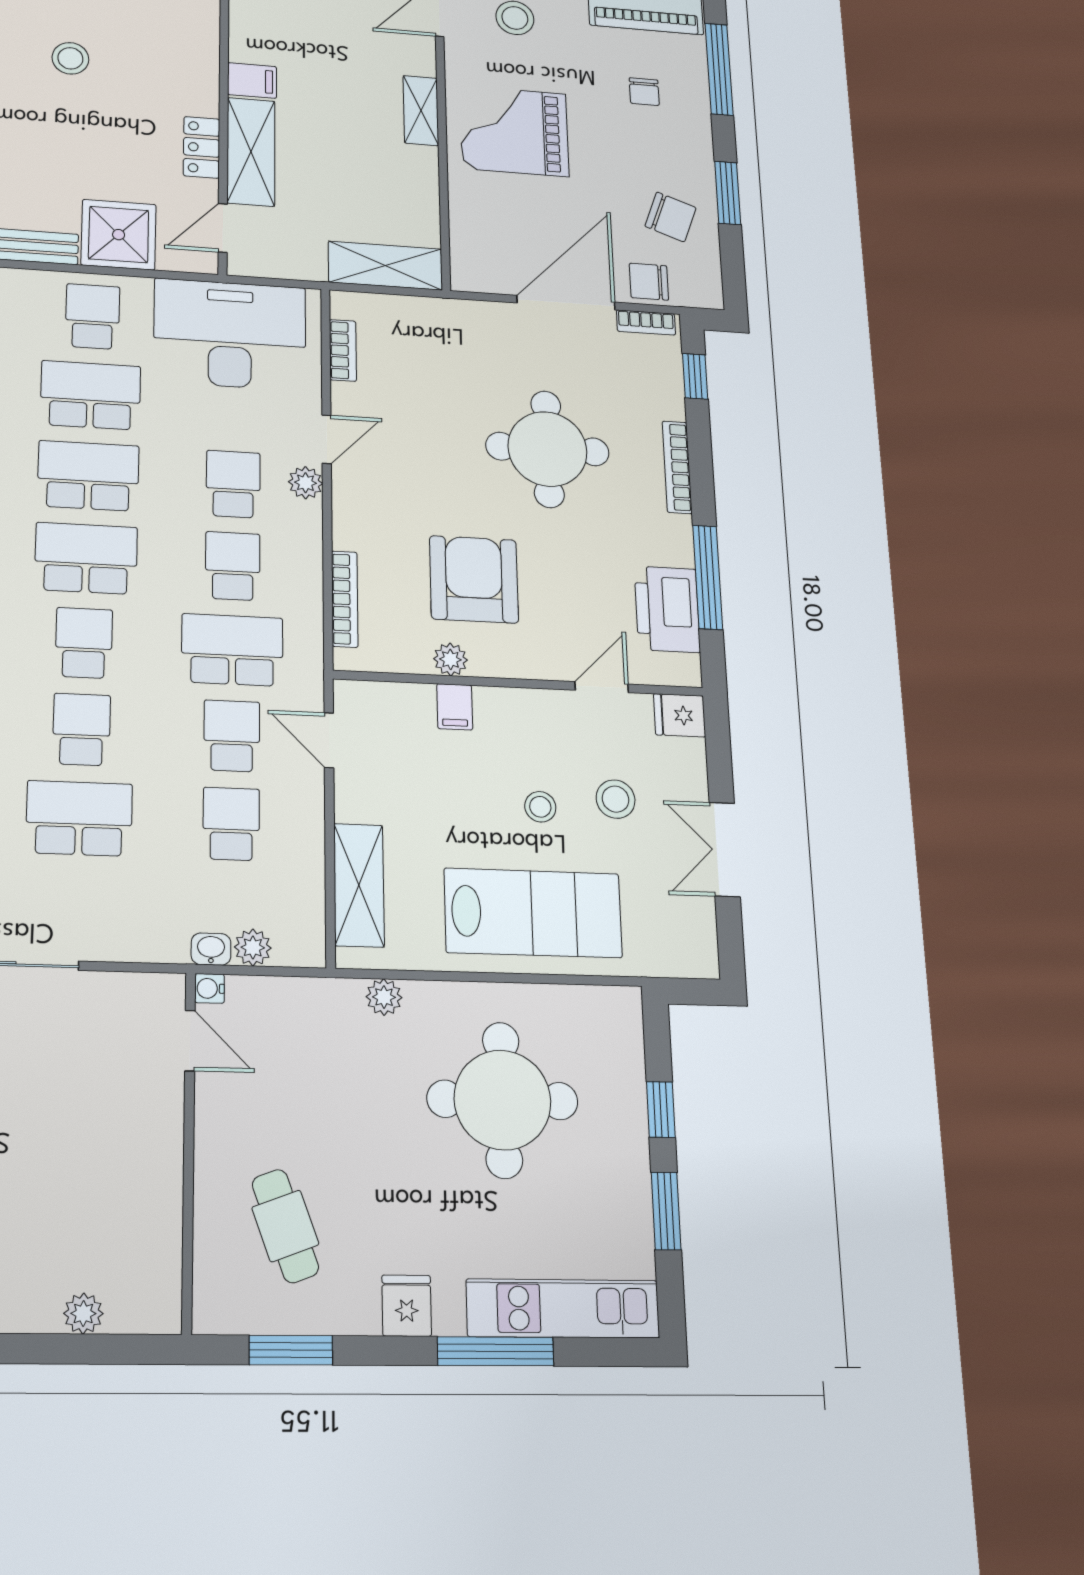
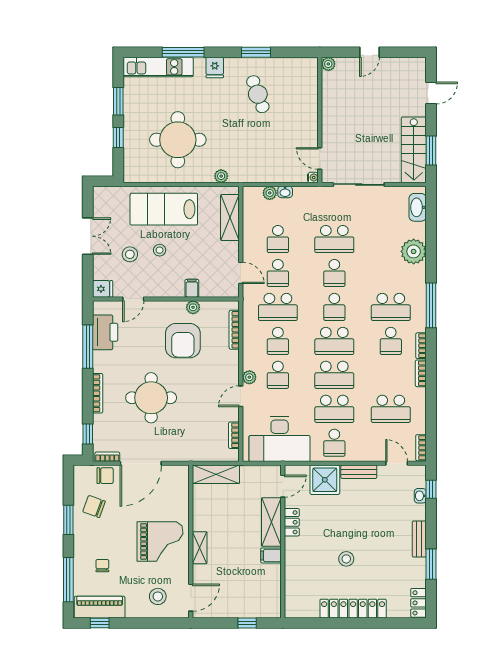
water cooler: (210, 988) -> (313, 178), moved
door: (190, 1041) -> (320, 159), moved
wall: (189, 1150) -> (320, 120), moved

